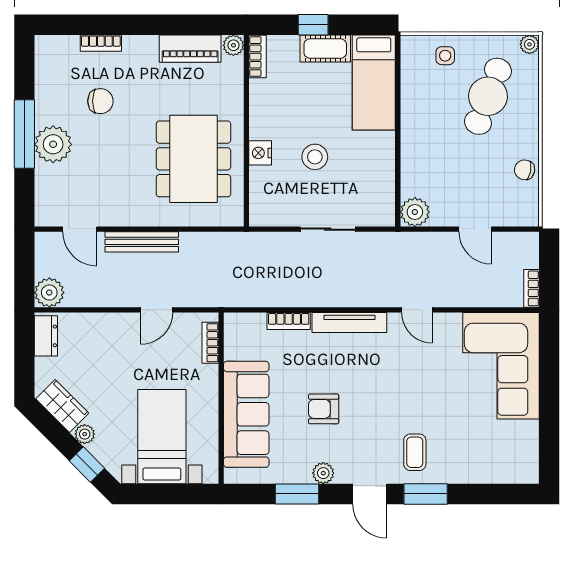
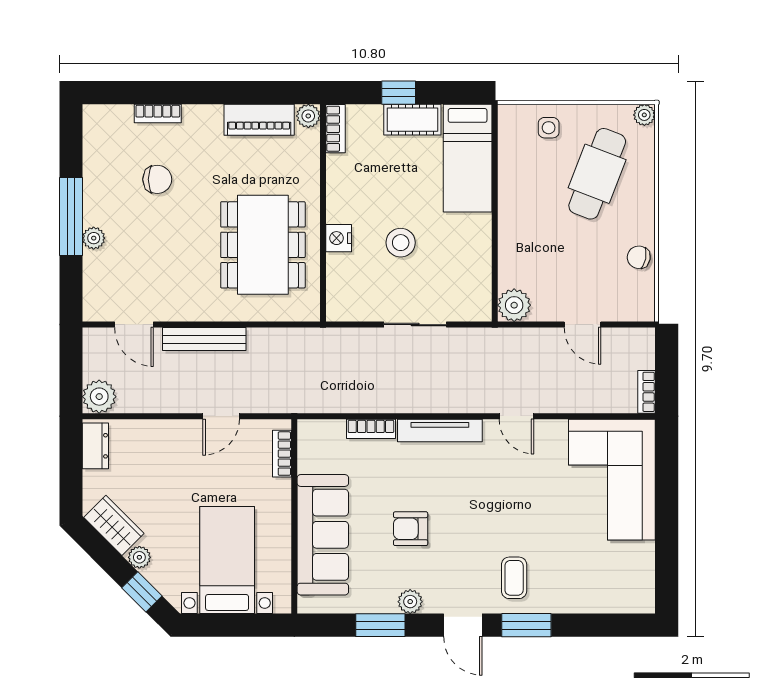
plant: (53, 144) -> (94, 238), width x0.53, depth x0.53

